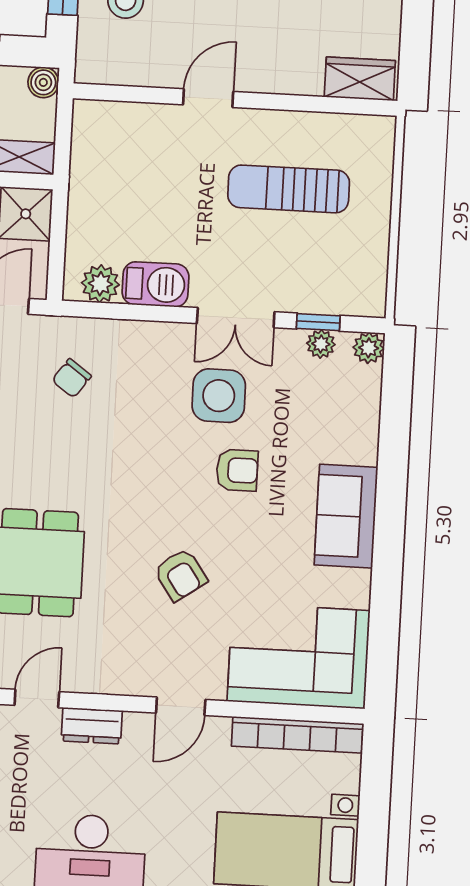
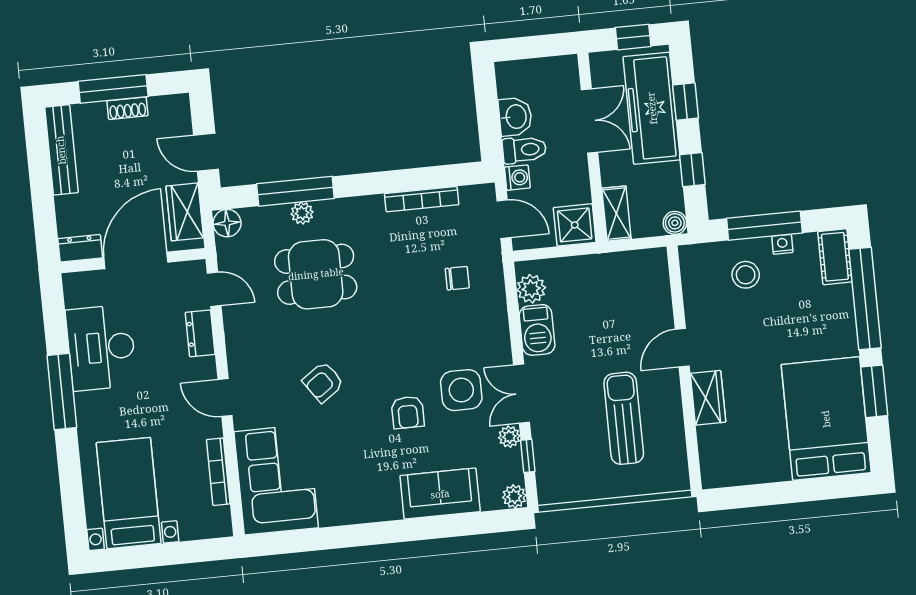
wardrobe: (360, 79) -> (708, 398), moved
door: (208, 98) -> (682, 348), swing flipped
plant: (321, 344) -> (509, 437), moved
chair: (72, 378) -> (457, 278), turned 144
sofa: (346, 516) -> (440, 494), moved
bookcase: (297, 735) -> (218, 472), width x0.68, depth x0.76

